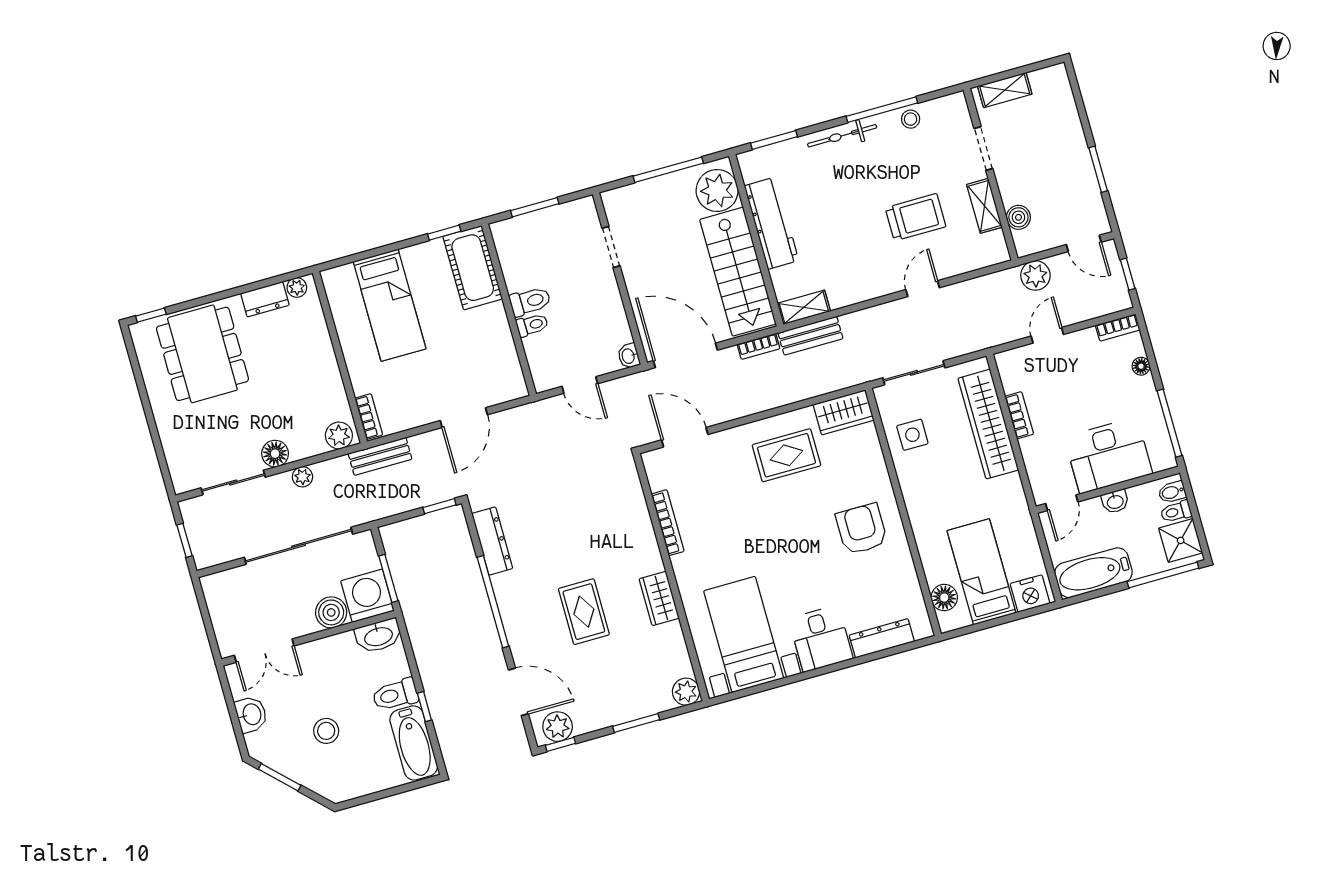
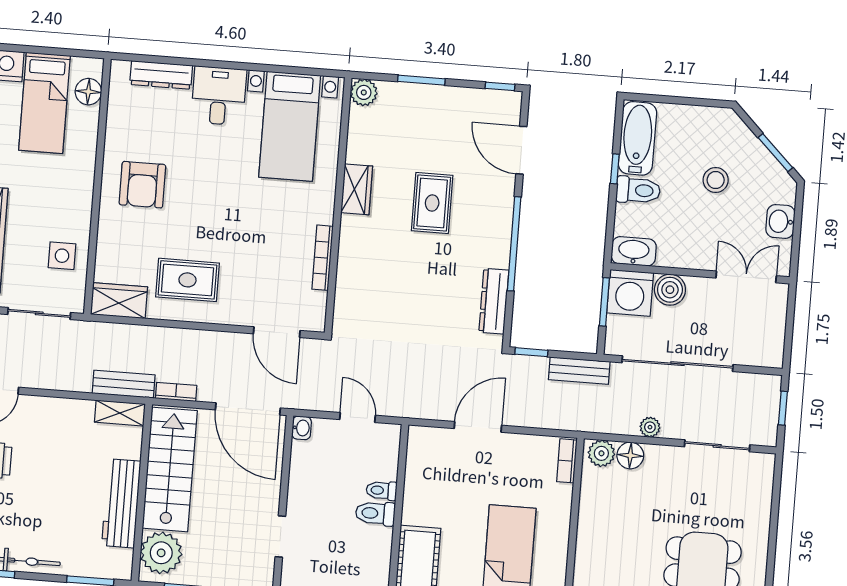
floor lamp: (275, 454) -> (630, 455), moved
bench: (380, 456) -> (579, 371), moved
plant: (558, 727) -> (497, 104), removed

